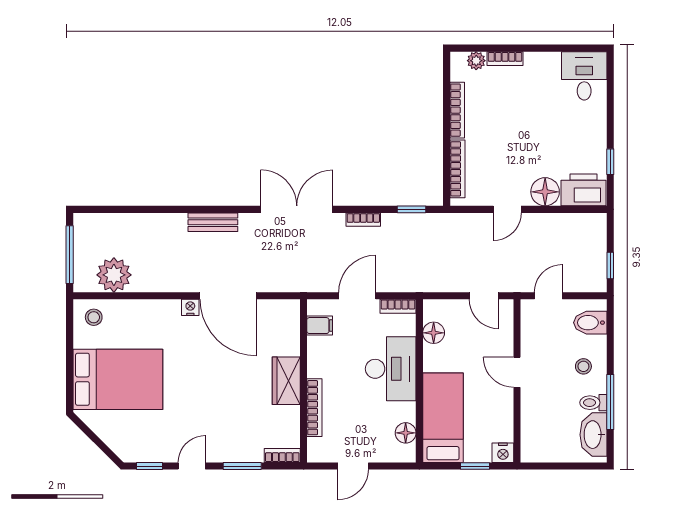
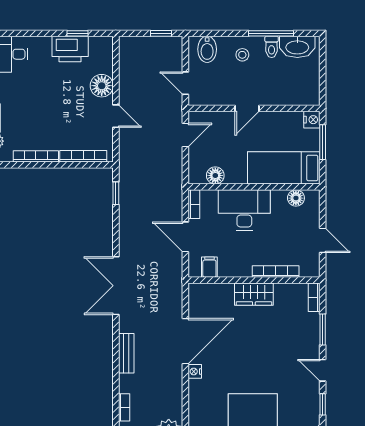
printer: (583, 190) -> (70, 49), moved, turned -90
bookcase: (363, 220) -> (124, 407), moved
window: (475, 466) -> (323, 142), width x1.50

